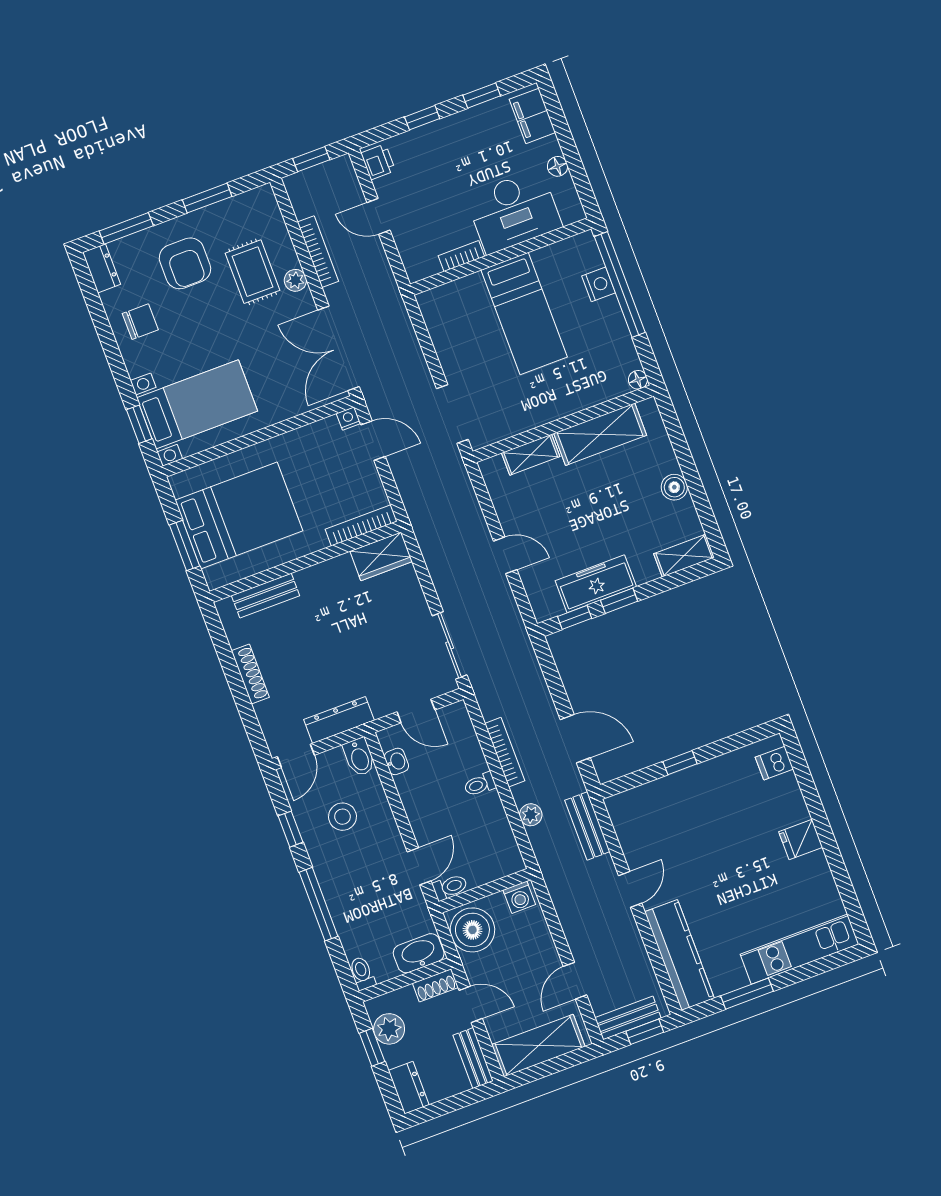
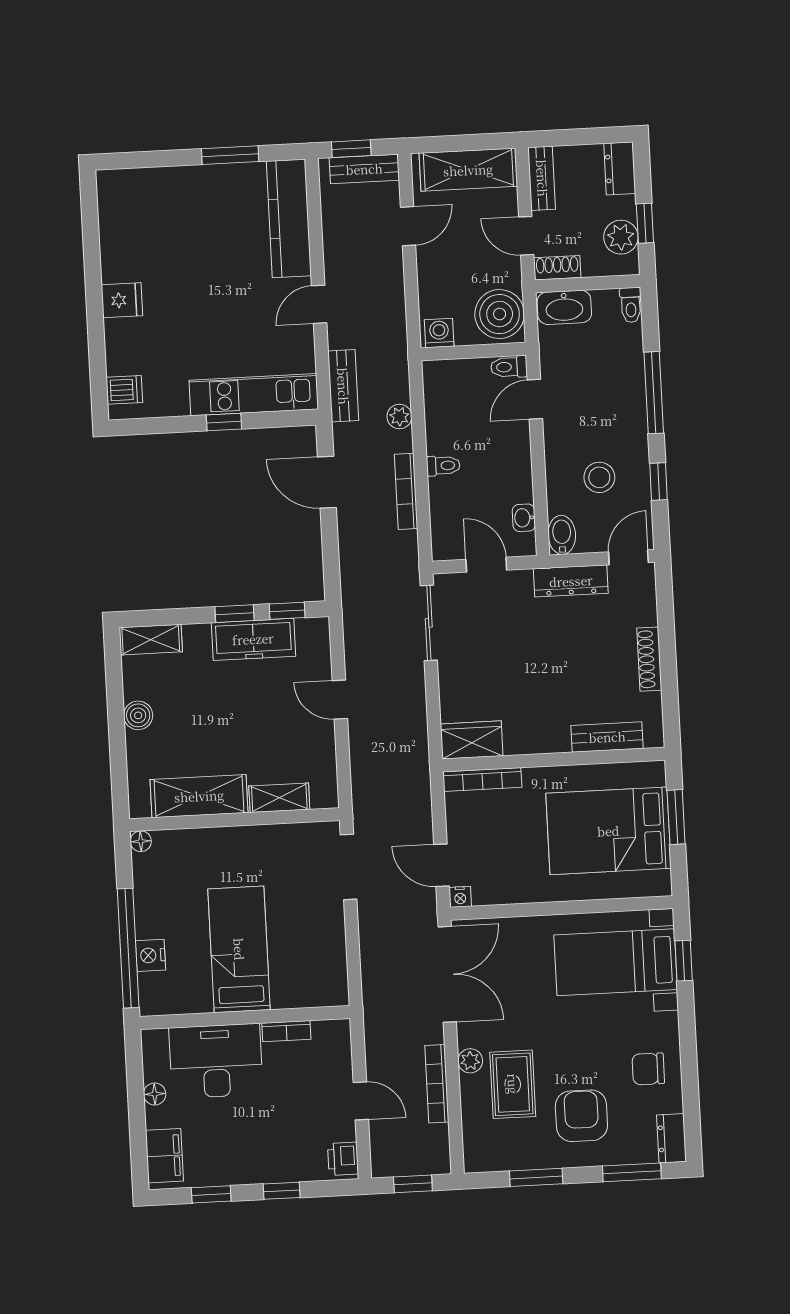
kitchen unit: (800, 949) -> (254, 395), moved, turned 180

